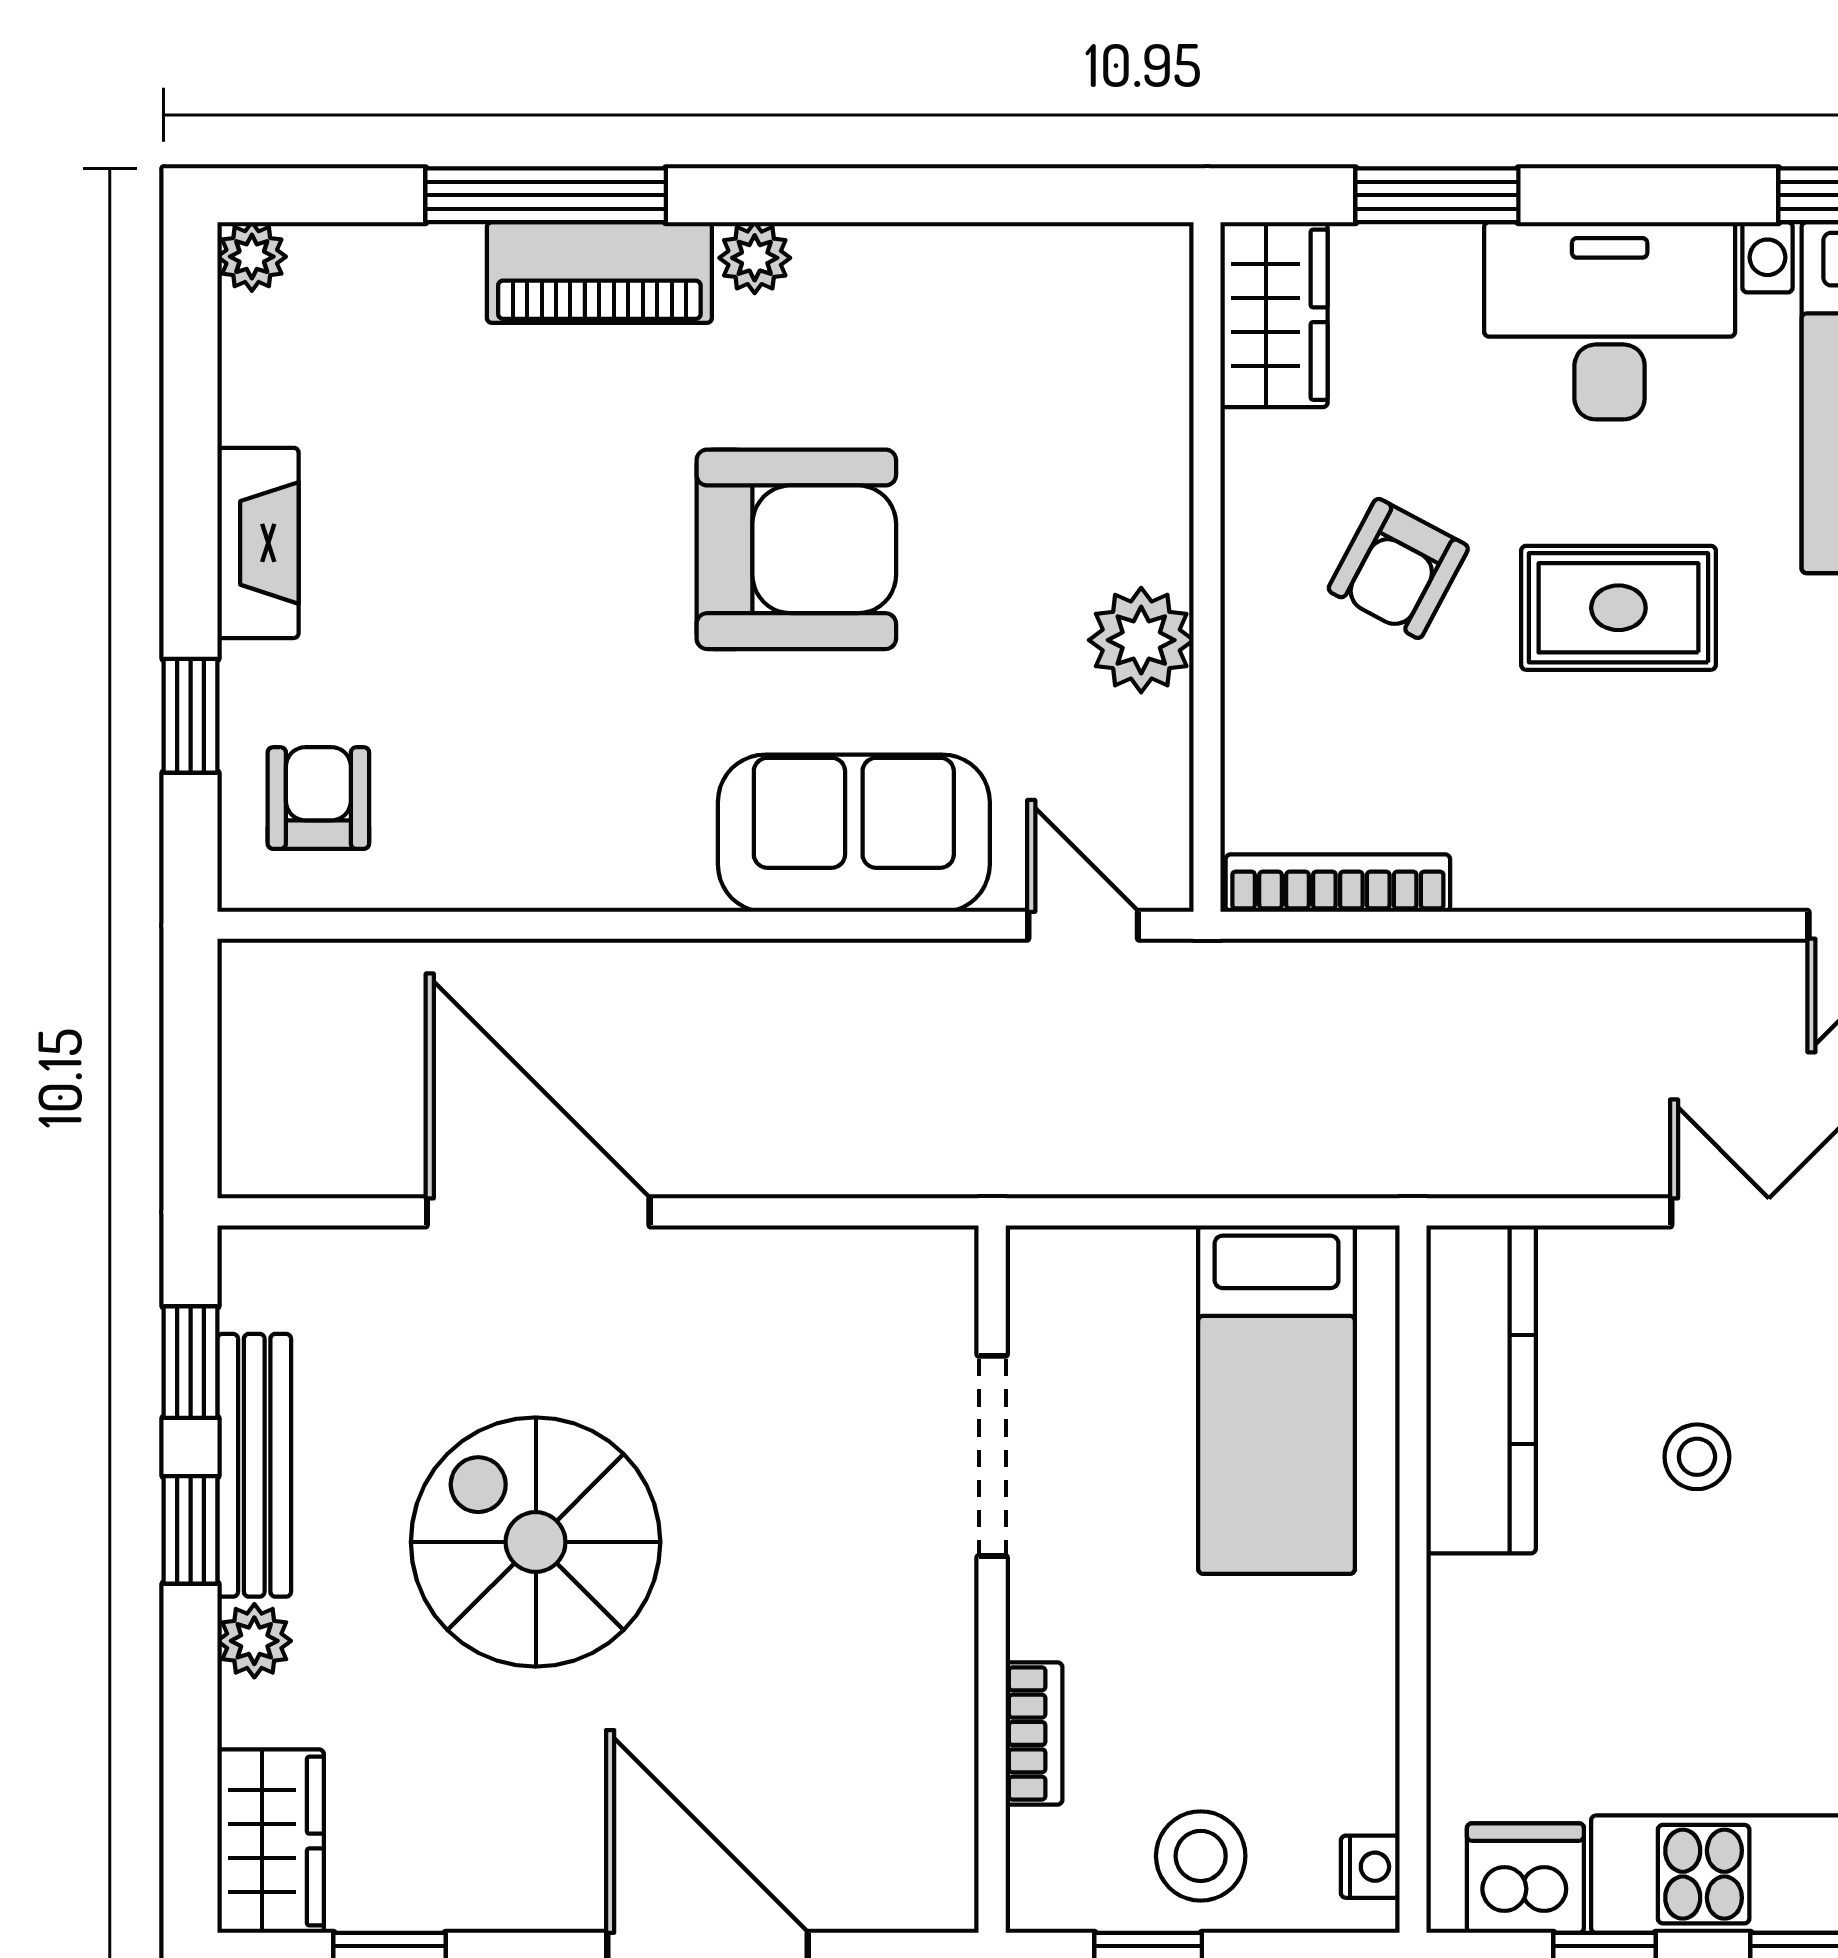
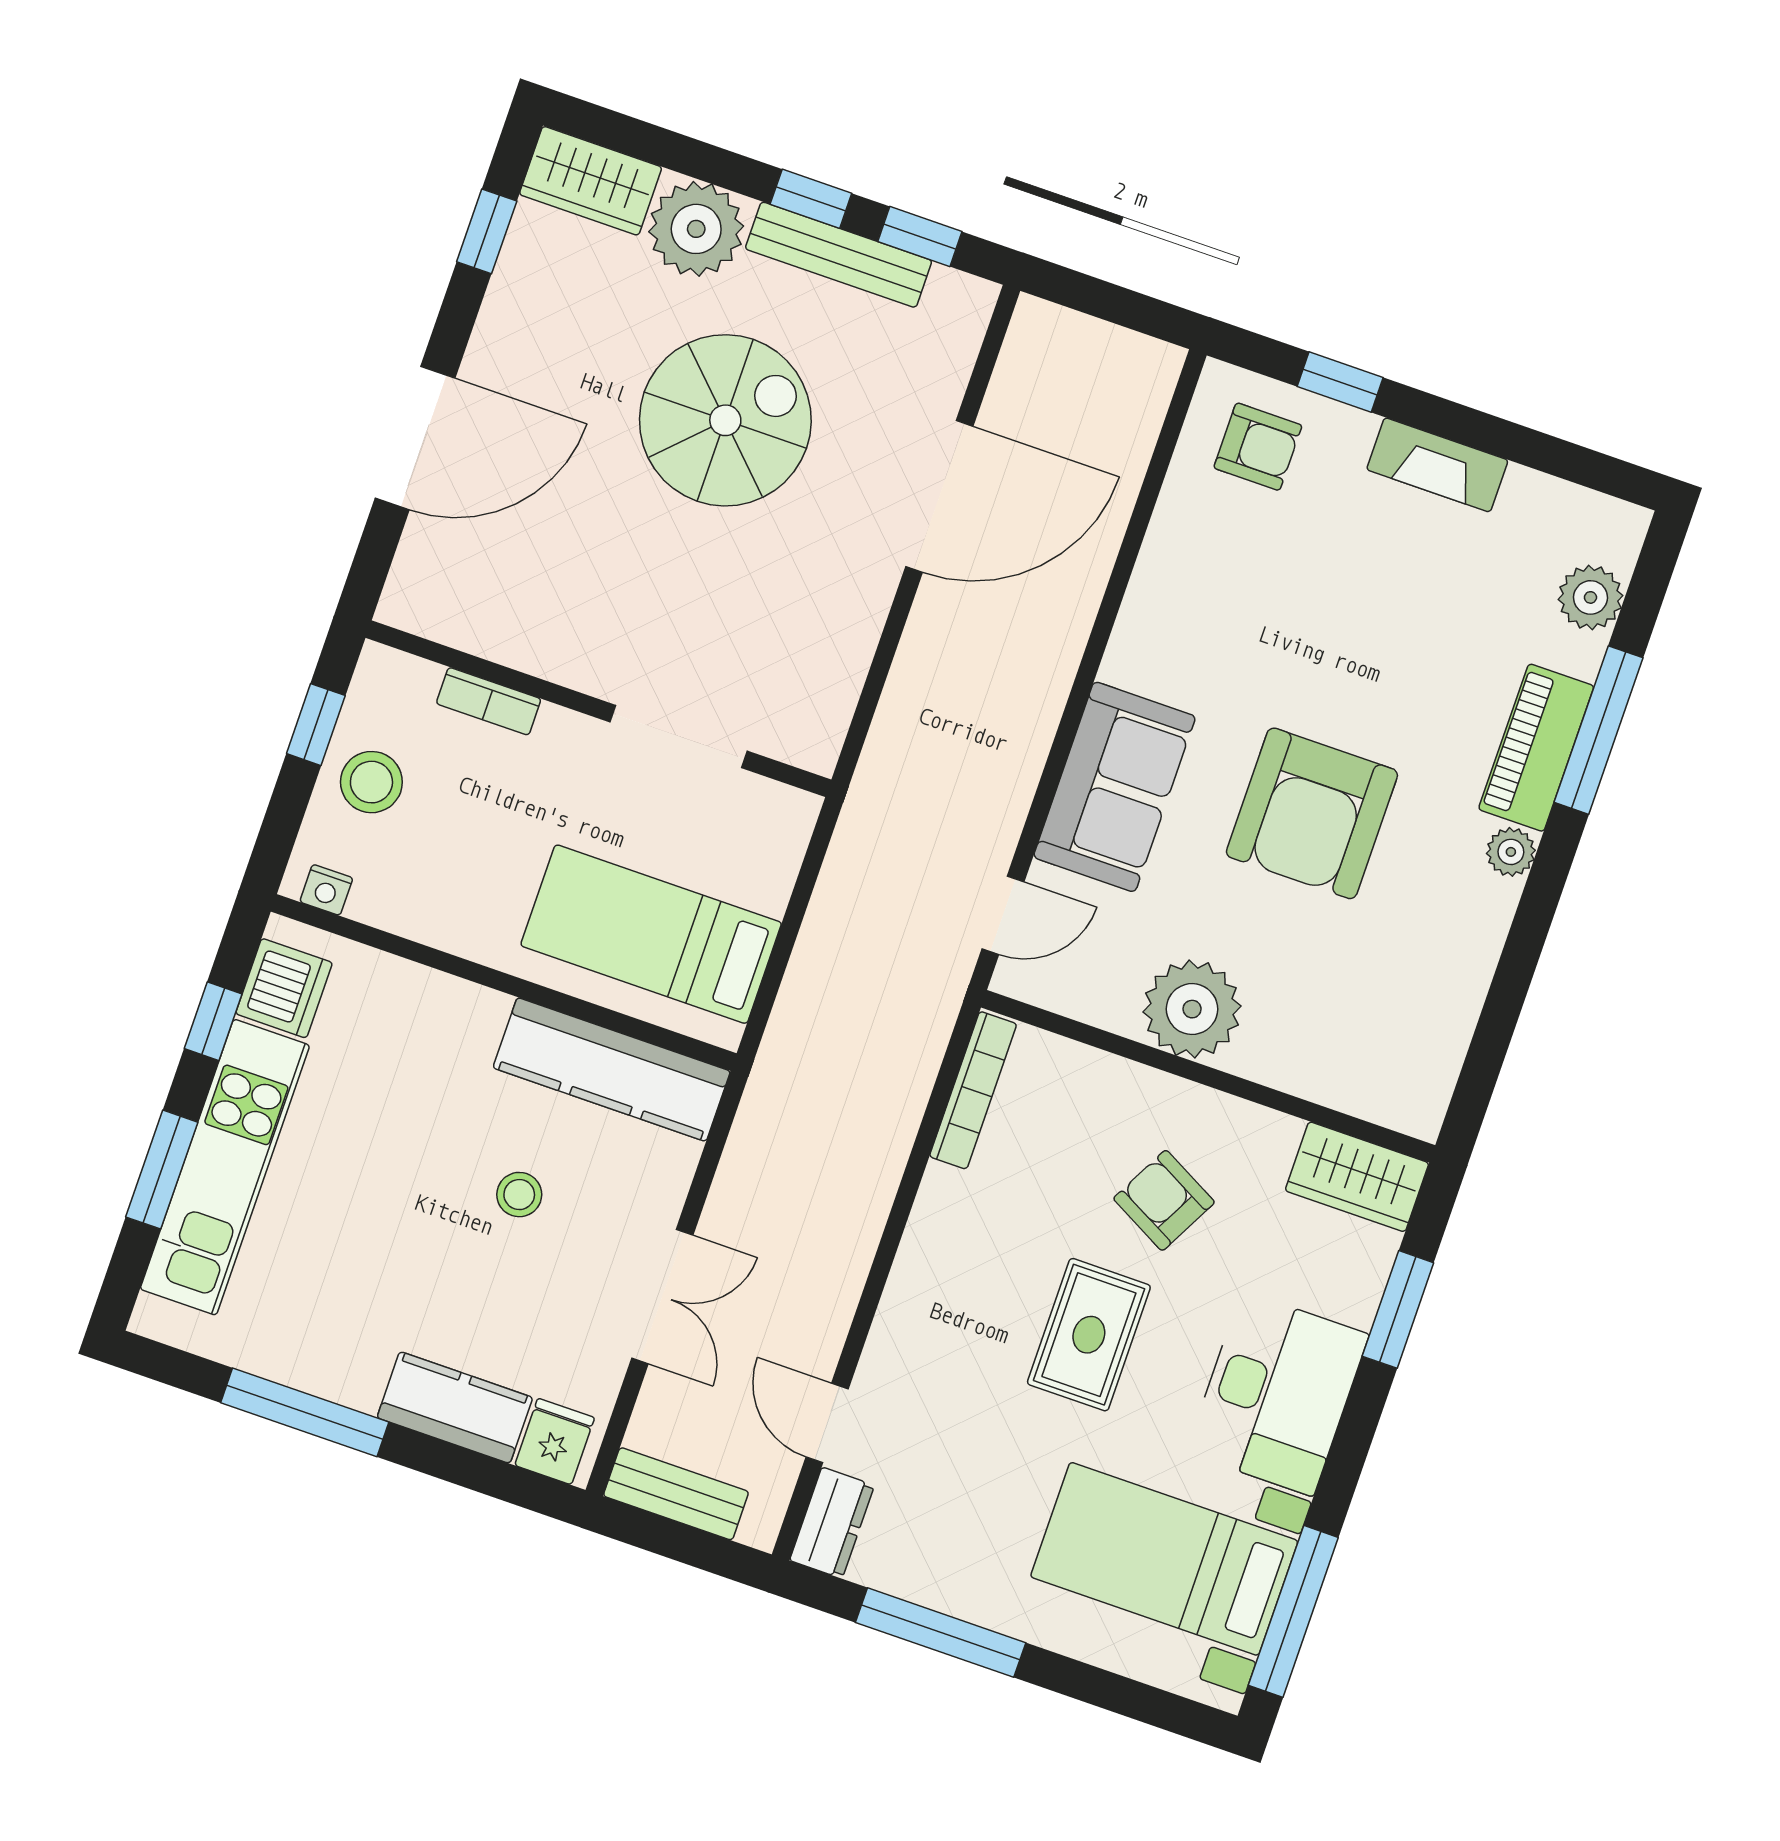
plant: (252, 257) -> (1590, 597), moved, width x1.38, depth x1.38
plant: (1141, 640) -> (1192, 1009), width x1.36, depth x1.36
plant: (254, 1641) -> (696, 229), width x1.88, depth x1.88

